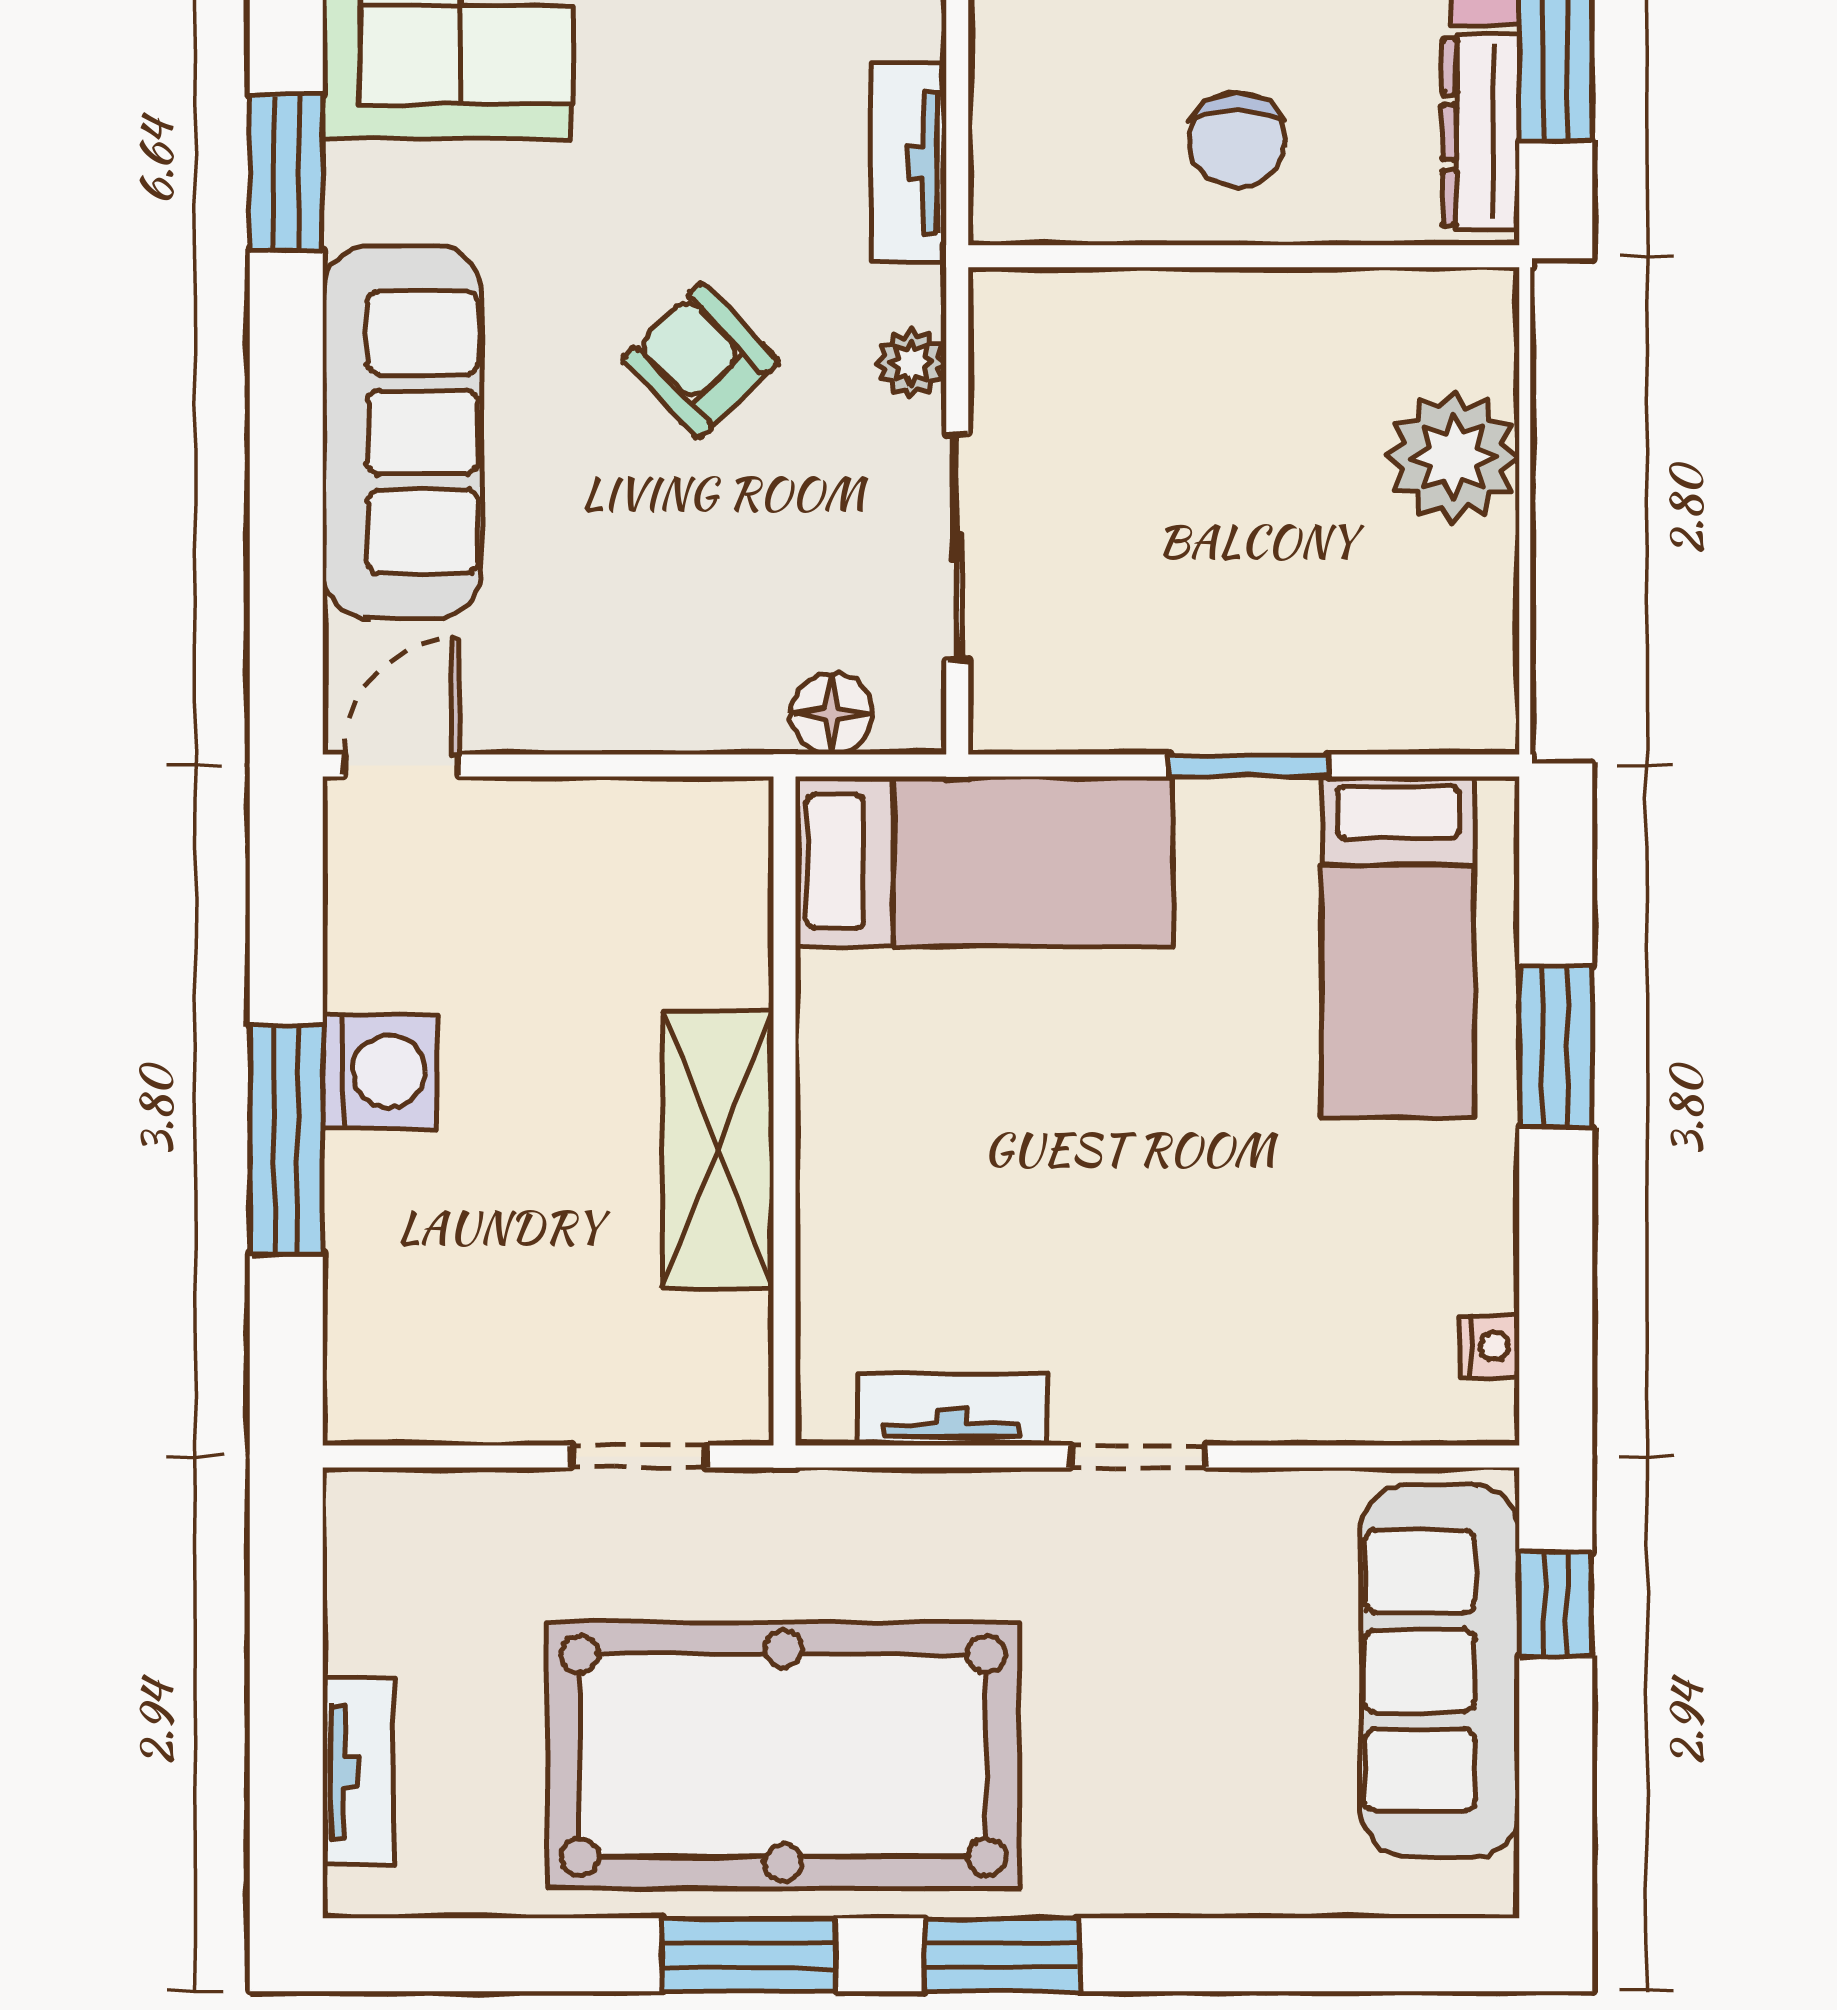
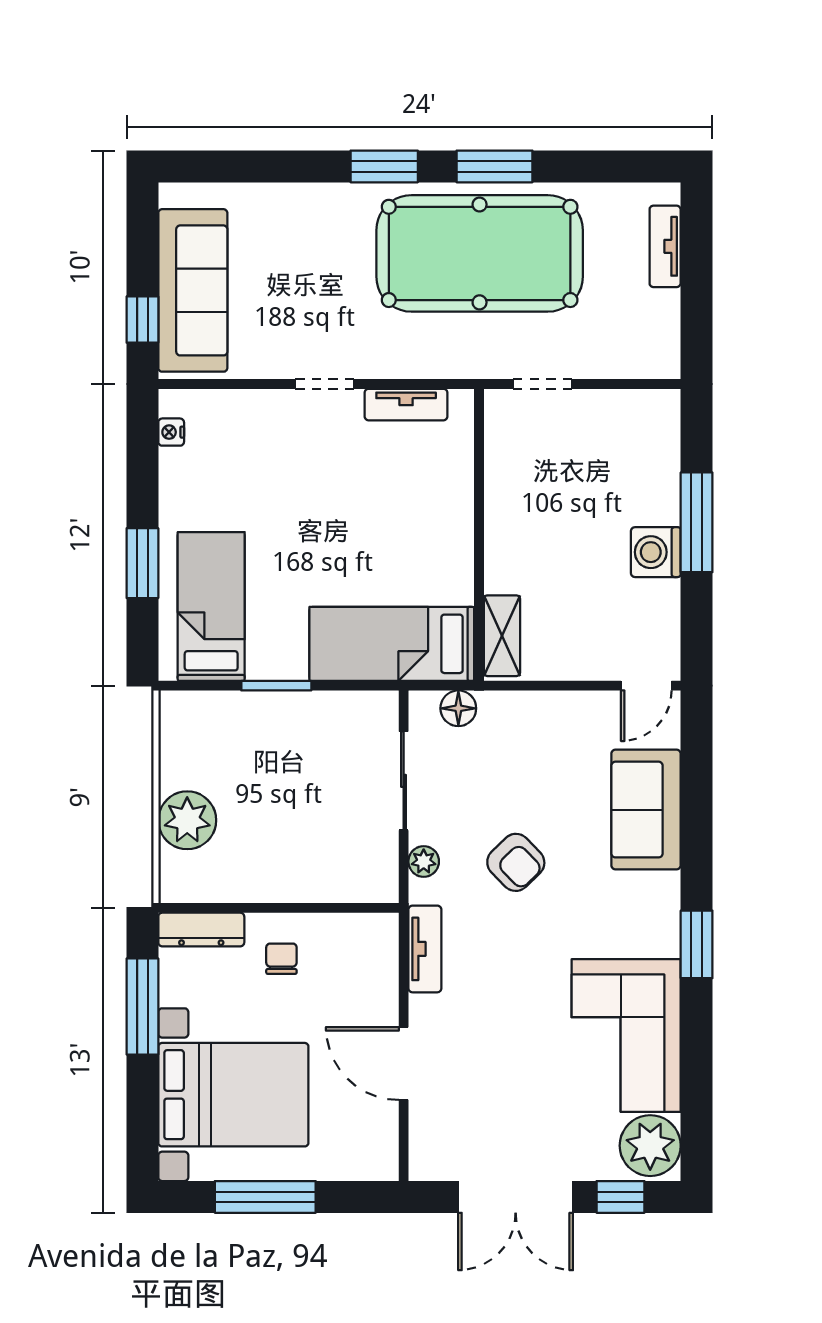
dresser: (1481, 132) -> (201, 930), moved, turned 90
chair: (1237, 140) -> (281, 959), width x0.73, depth x0.73
sofa: (402, 432) -> (646, 810), width x0.73
shelving: (718, 1150) -> (502, 636), moved, width x0.67, depth x0.75

